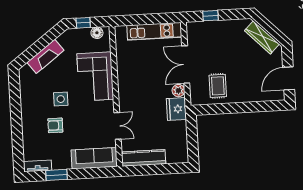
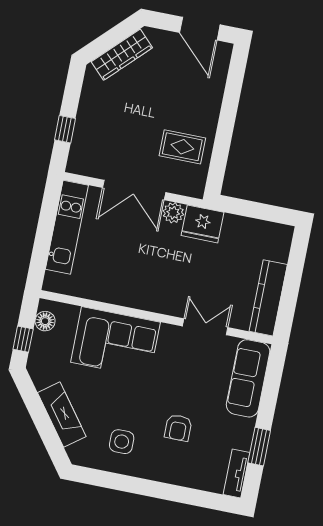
side table: (61, 99) -> (122, 442), moved

